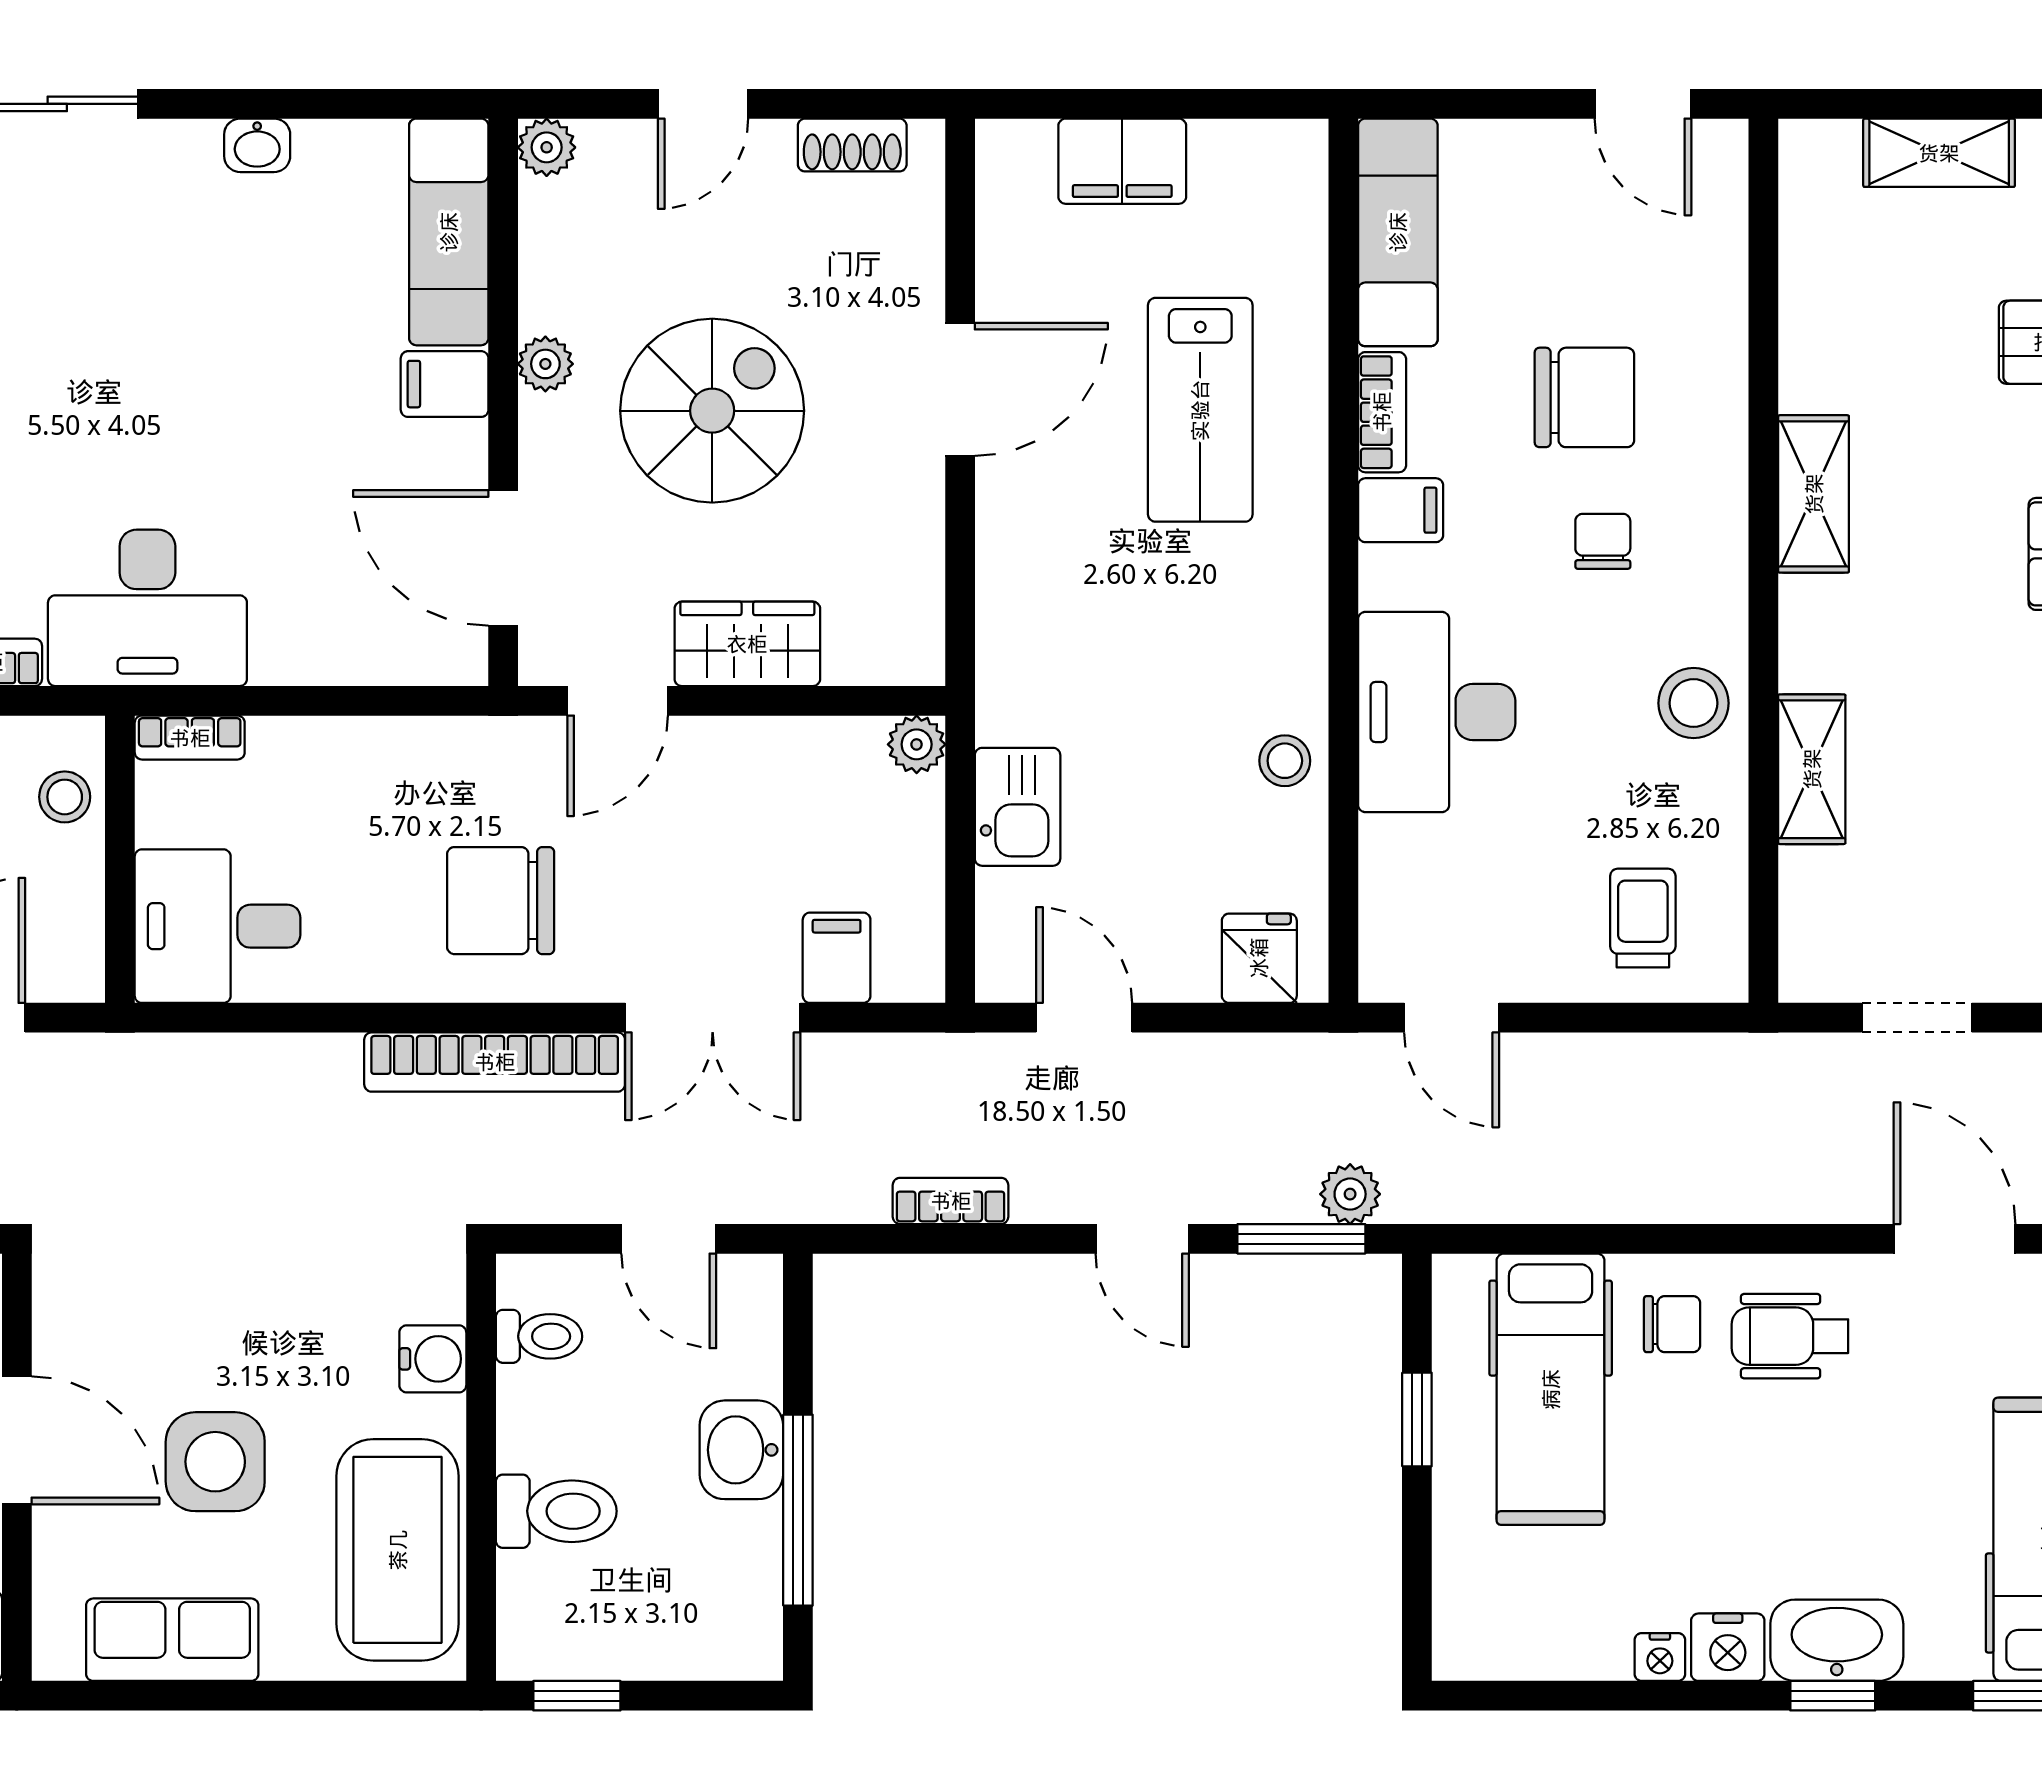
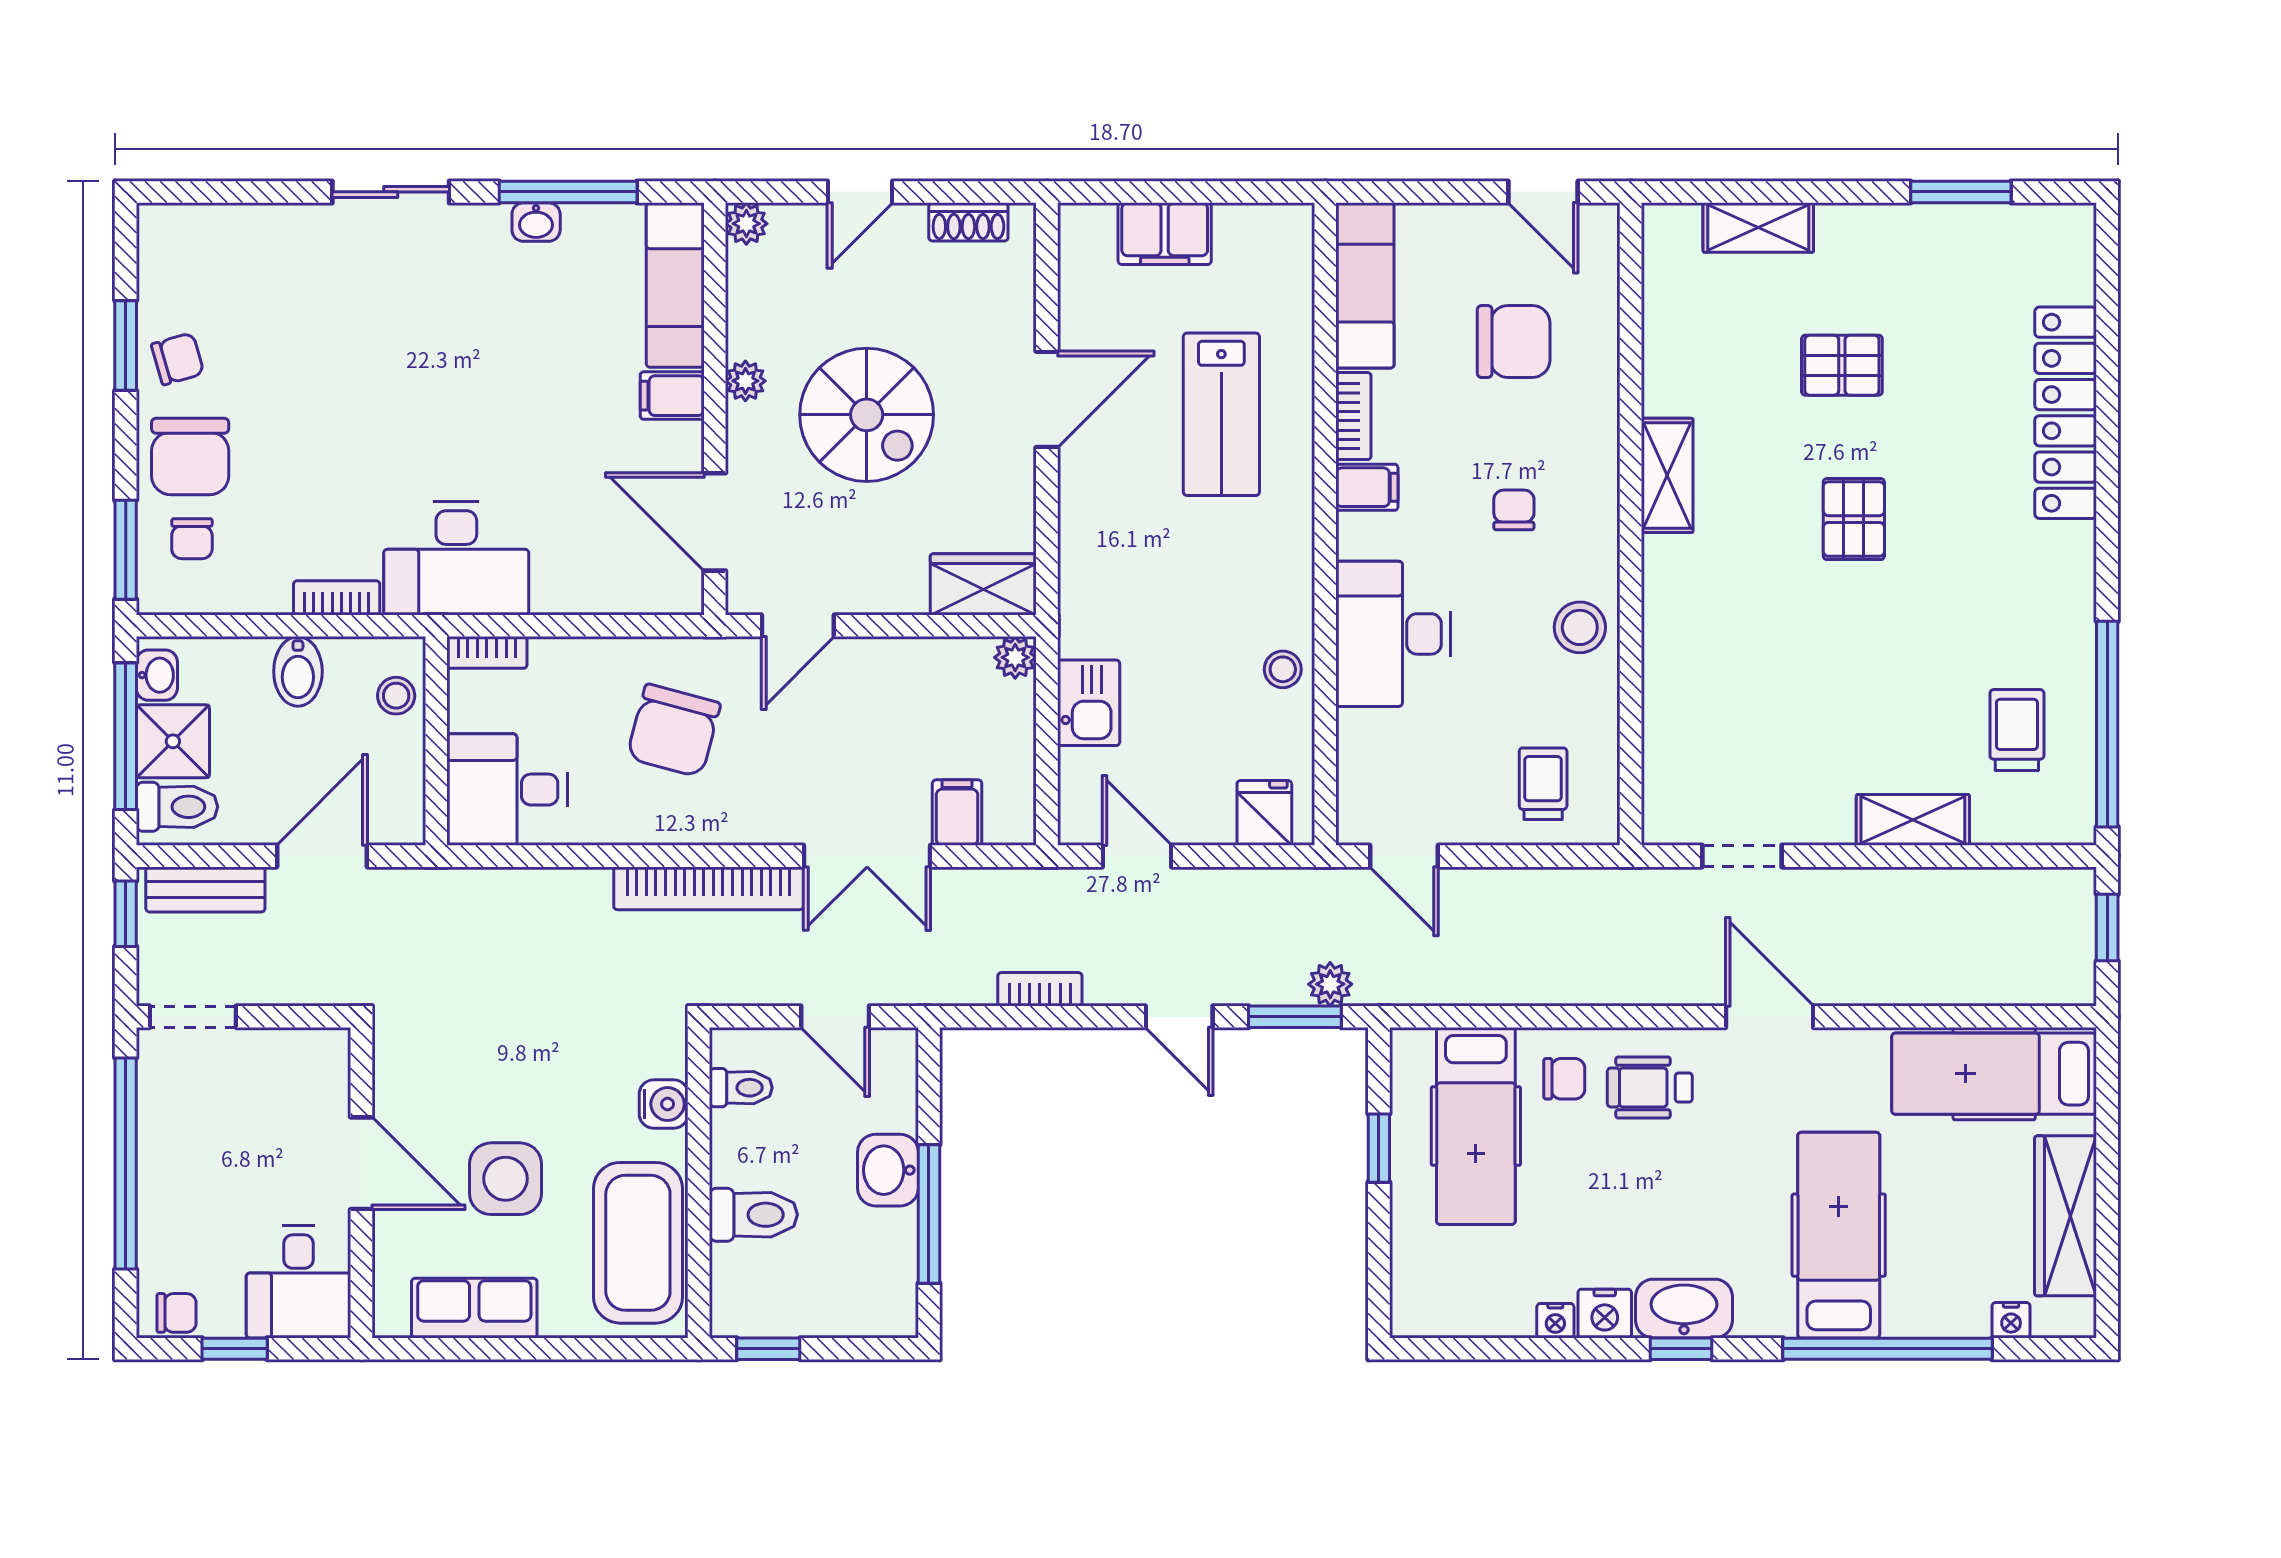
window: (301, 104) -> (568, 192), added
chair: (1584, 397) -> (1514, 341), moved
spiral stairs: (712, 411) -> (867, 415), turned 90
wardrobe: (747, 644) -> (983, 584), moved
shelving: (1812, 769) -> (1666, 675), removed
chair: (501, 901) -> (674, 731), moved, turned -75

